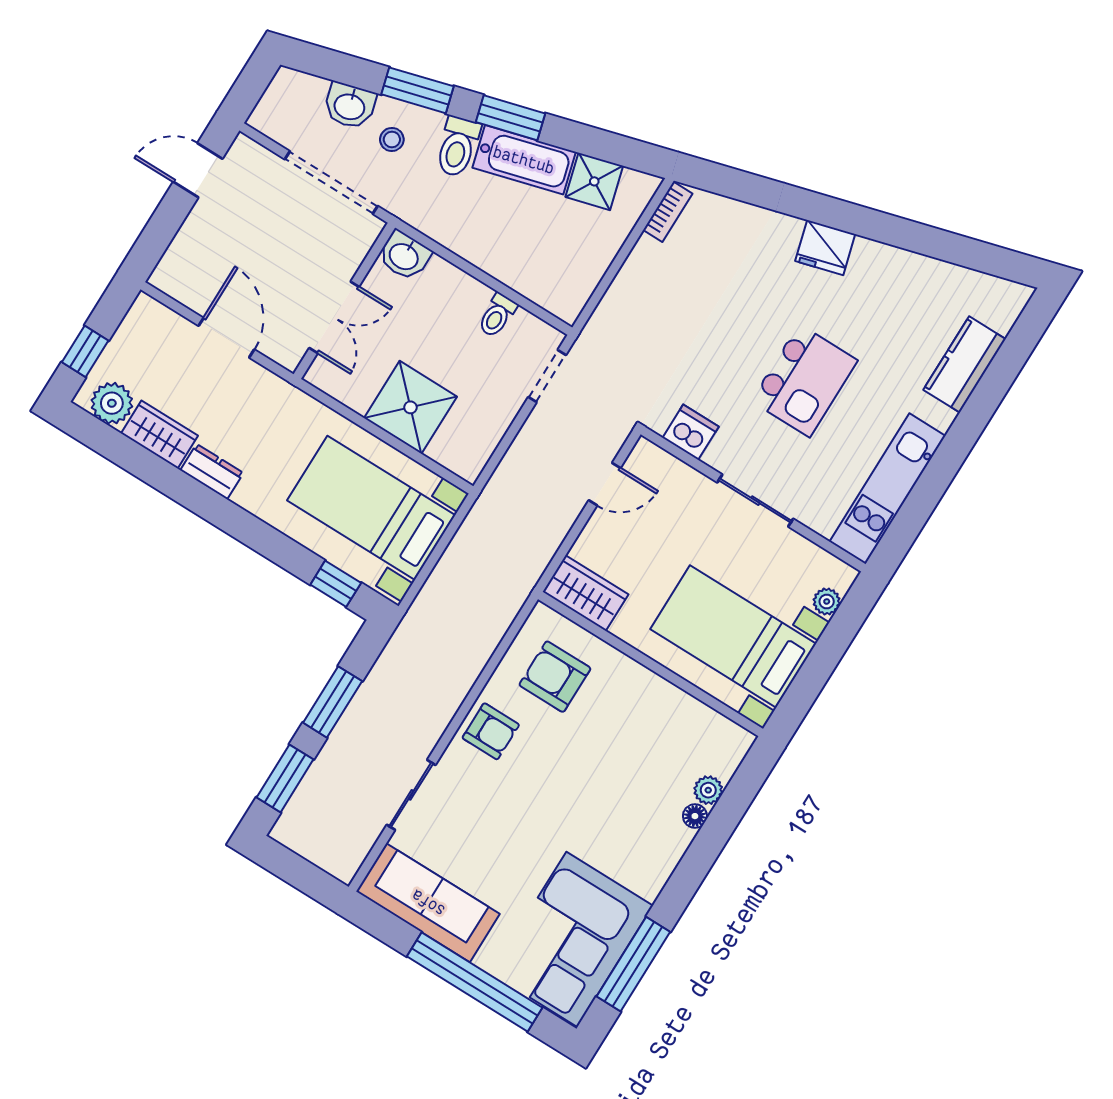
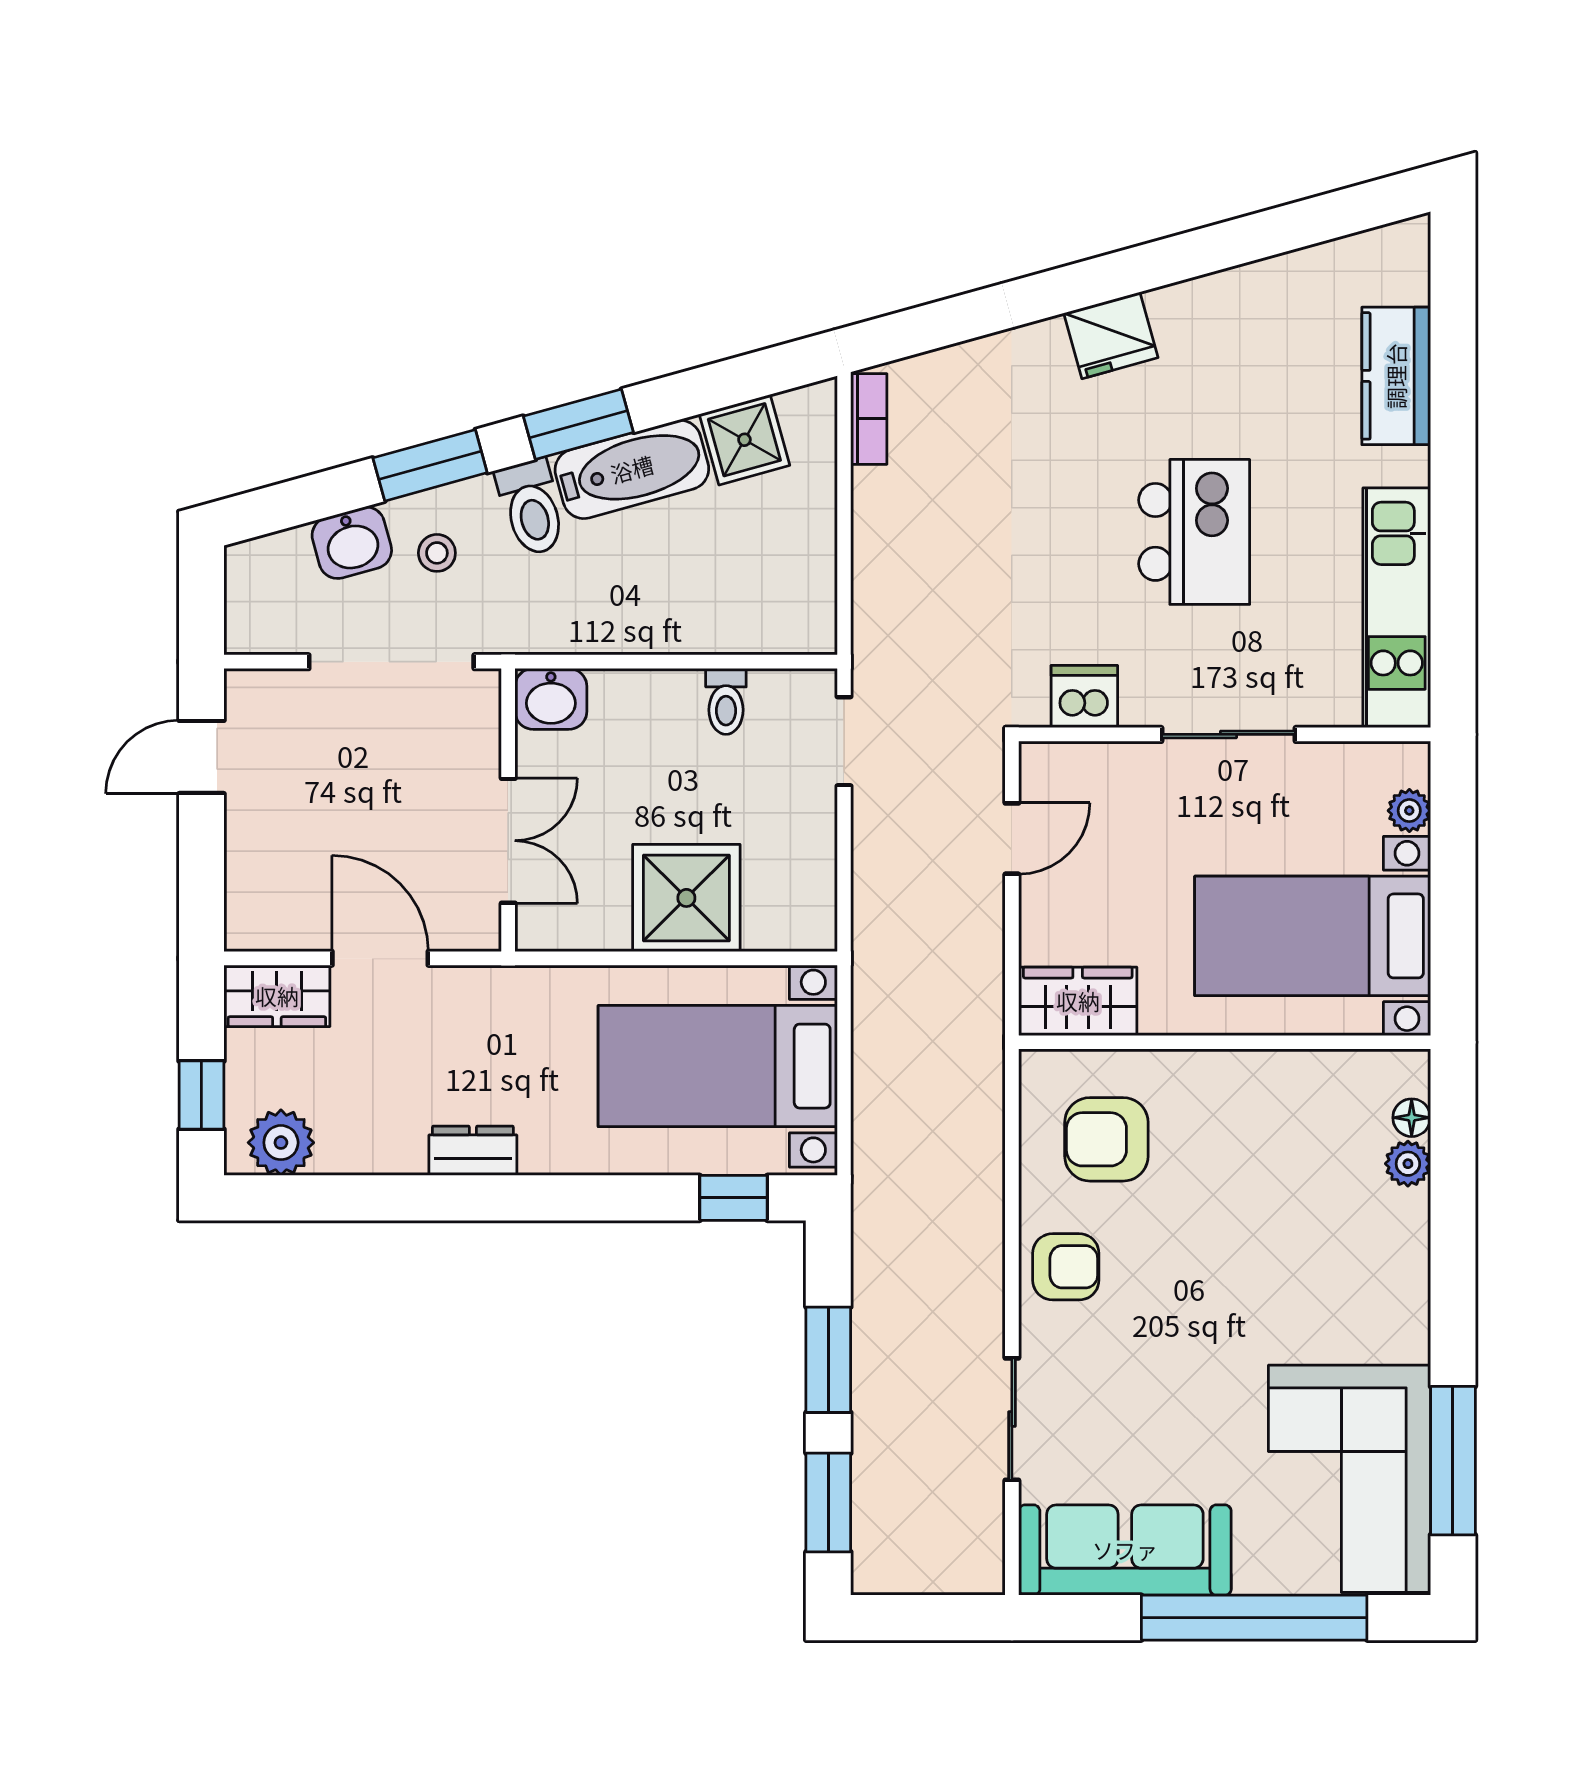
wardrobe: (160, 435) -> (277, 996), moved, turned 180
floor lamp: (695, 816) -> (1412, 1118), moved

